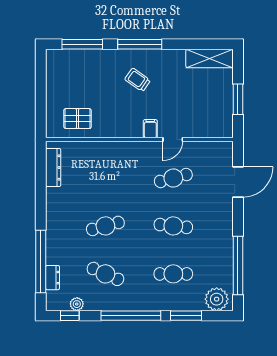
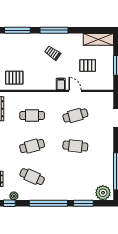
pallet: (193, 100) -> (88, 66), added
door: (173, 140) -> (75, 91), swing flipped
cafe table: (173, 274) -> (32, 115), moved

